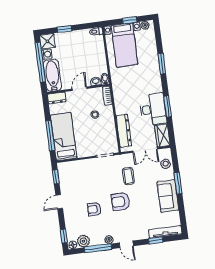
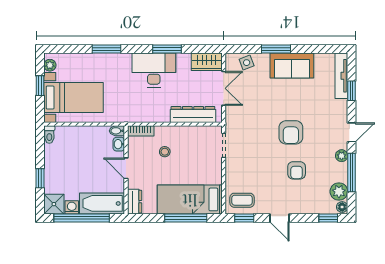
desk: (153, 109) -> (154, 70), moved
coffee table: (128, 176) -> (242, 200), moved

